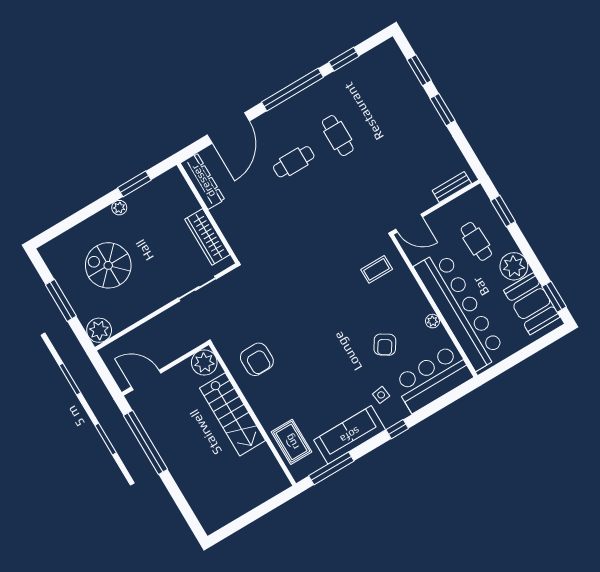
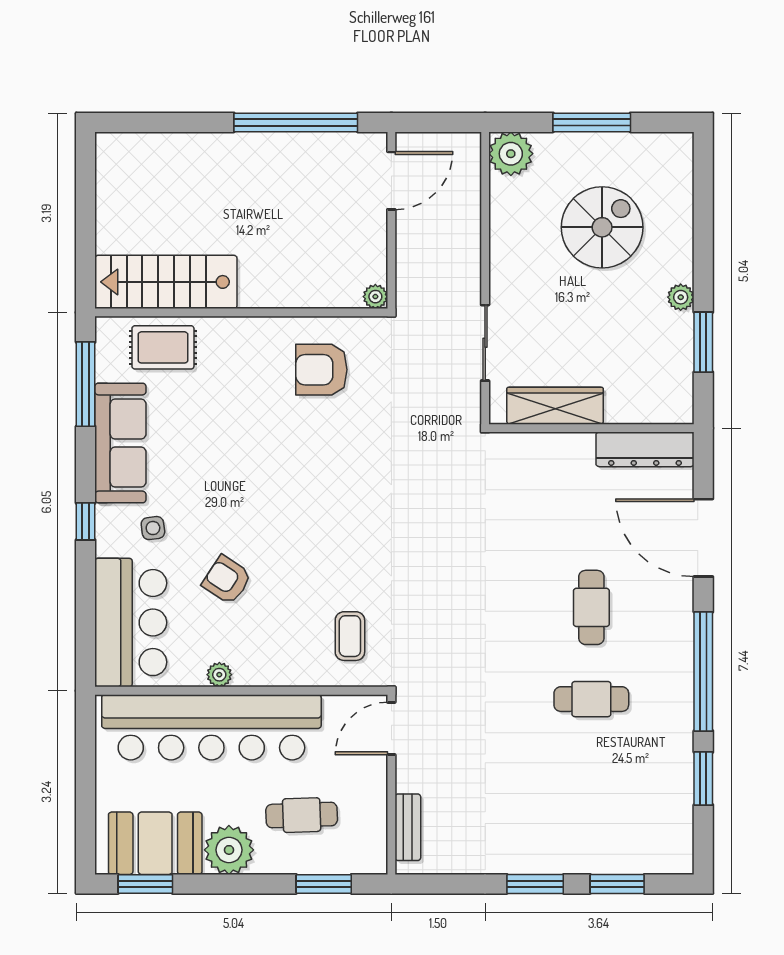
plant: (204, 363) -> (375, 297), width x0.53, depth x0.53
stairs: (233, 414) -> (166, 282), moved

